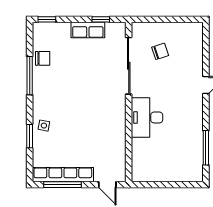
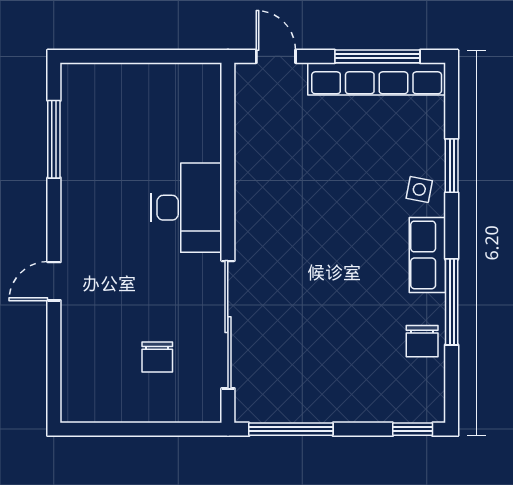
window: (101, 19) -> (291, 429), width x2.17
row of seats: (88, 30) -> (427, 255), moved, turned -90
chair: (160, 51) -> (157, 357), turned -72
chair: (43, 58) -> (422, 341), turned -90

